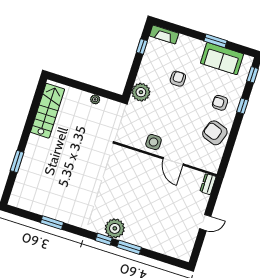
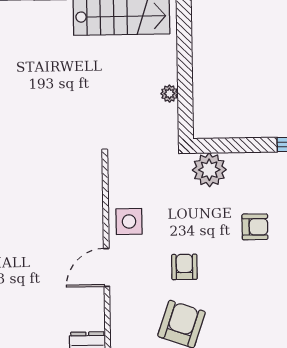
armchair: (220, 103) -> (184, 267), moved

